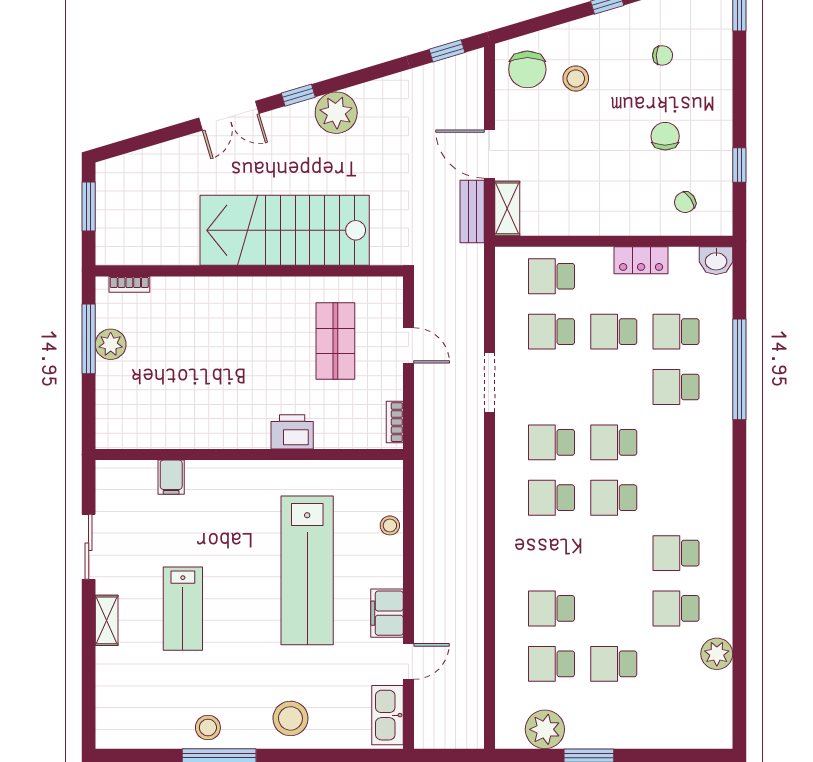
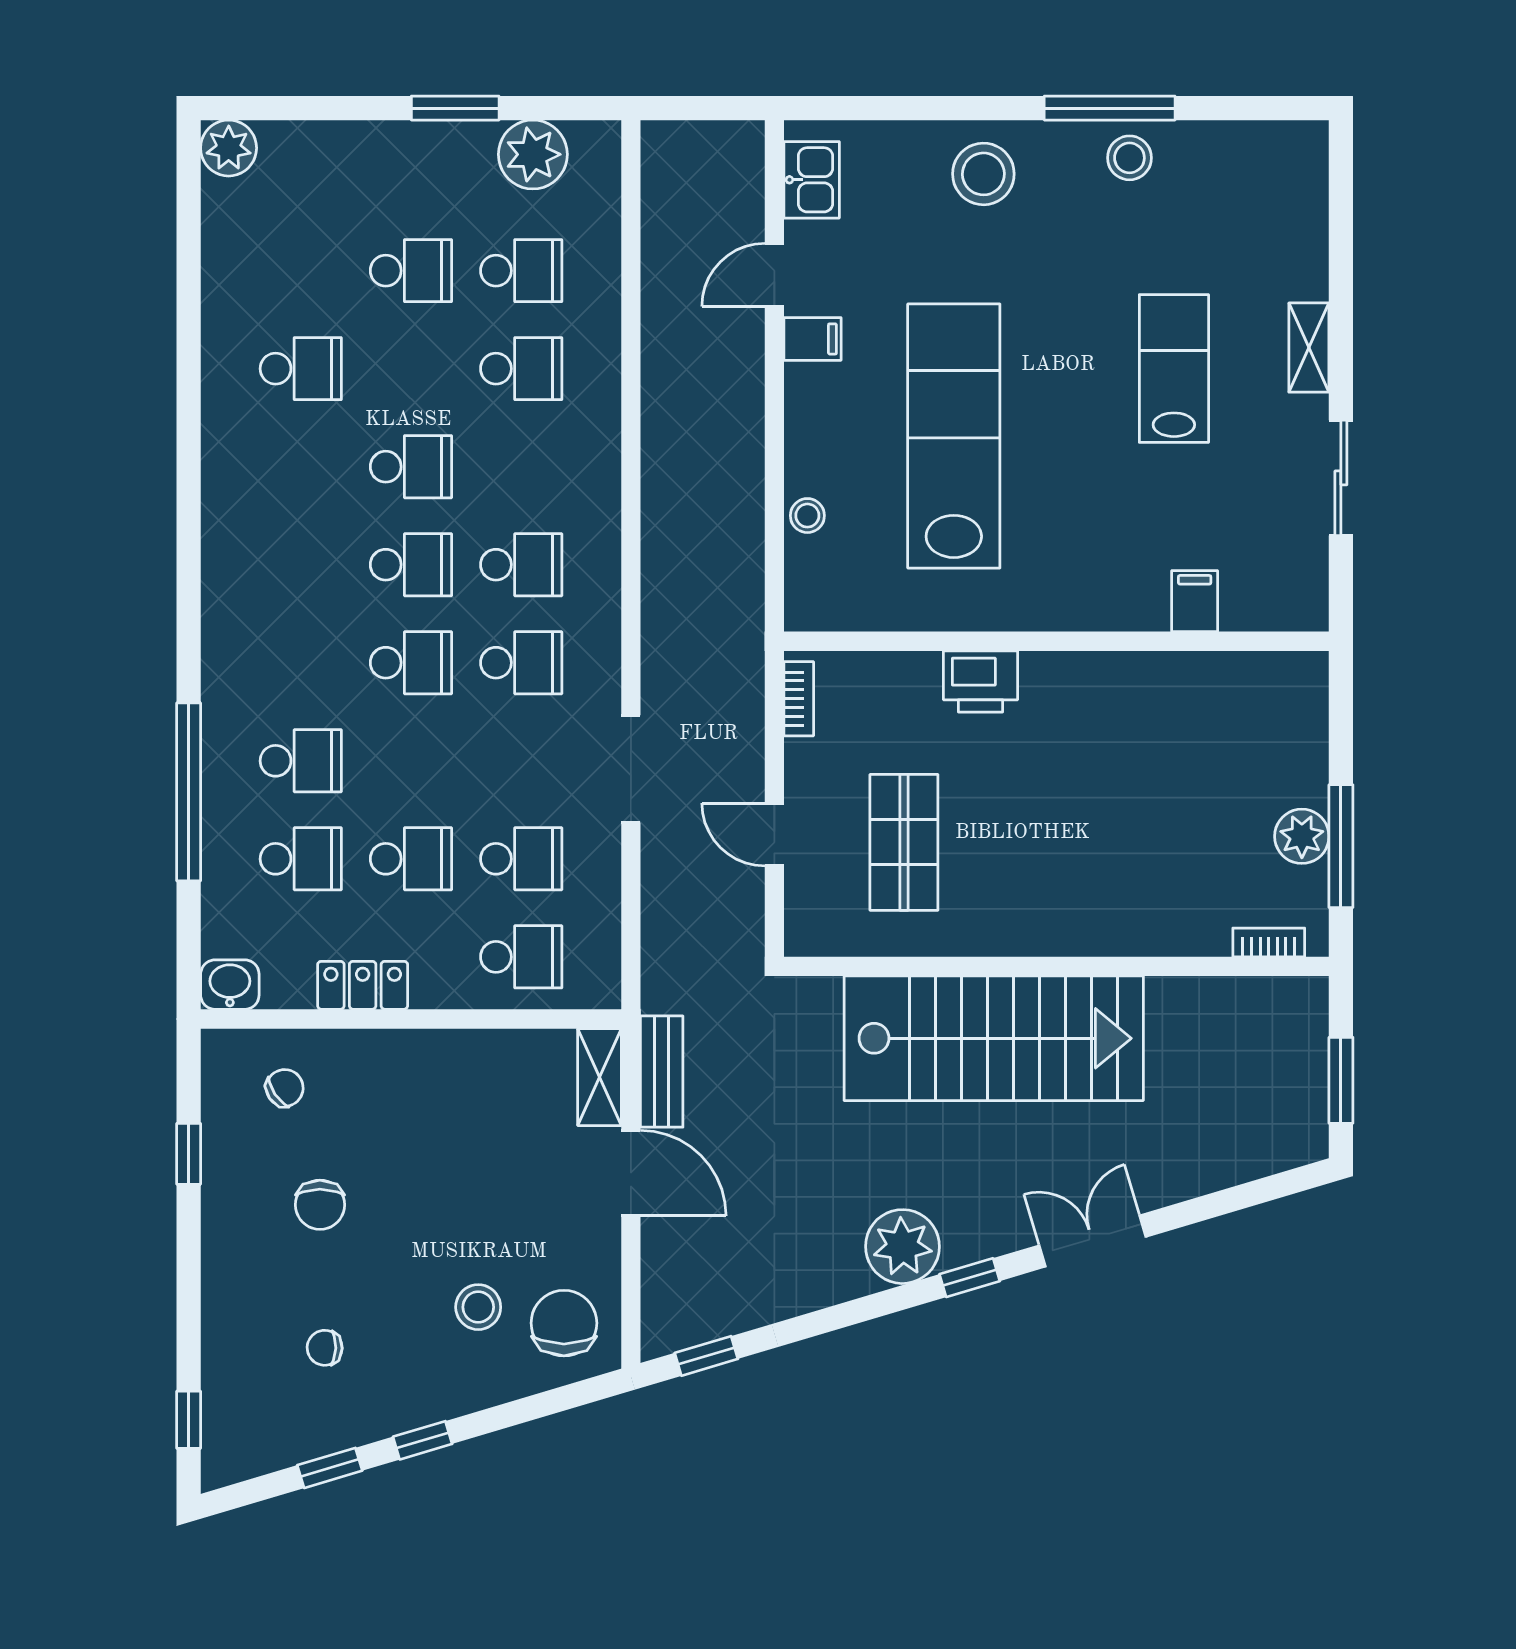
school desk: (676, 553) -> (411, 467), moved
filing cabinet: (387, 613) -> (812, 339), width x0.50
plant: (717, 654) -> (229, 148), moved
kitchen sink: (387, 715) -> (812, 180), width x0.73

